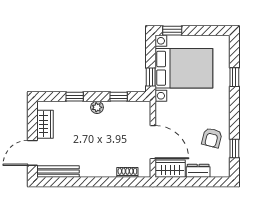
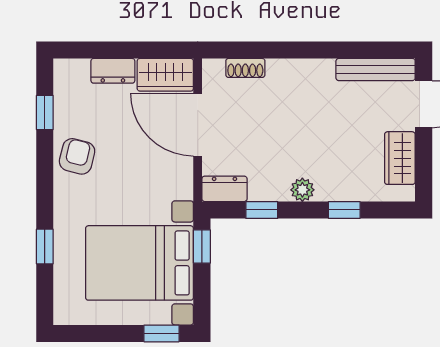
dresser: (139, 108) -> (224, 189), added
armchair: (212, 138) -> (77, 156), moved

